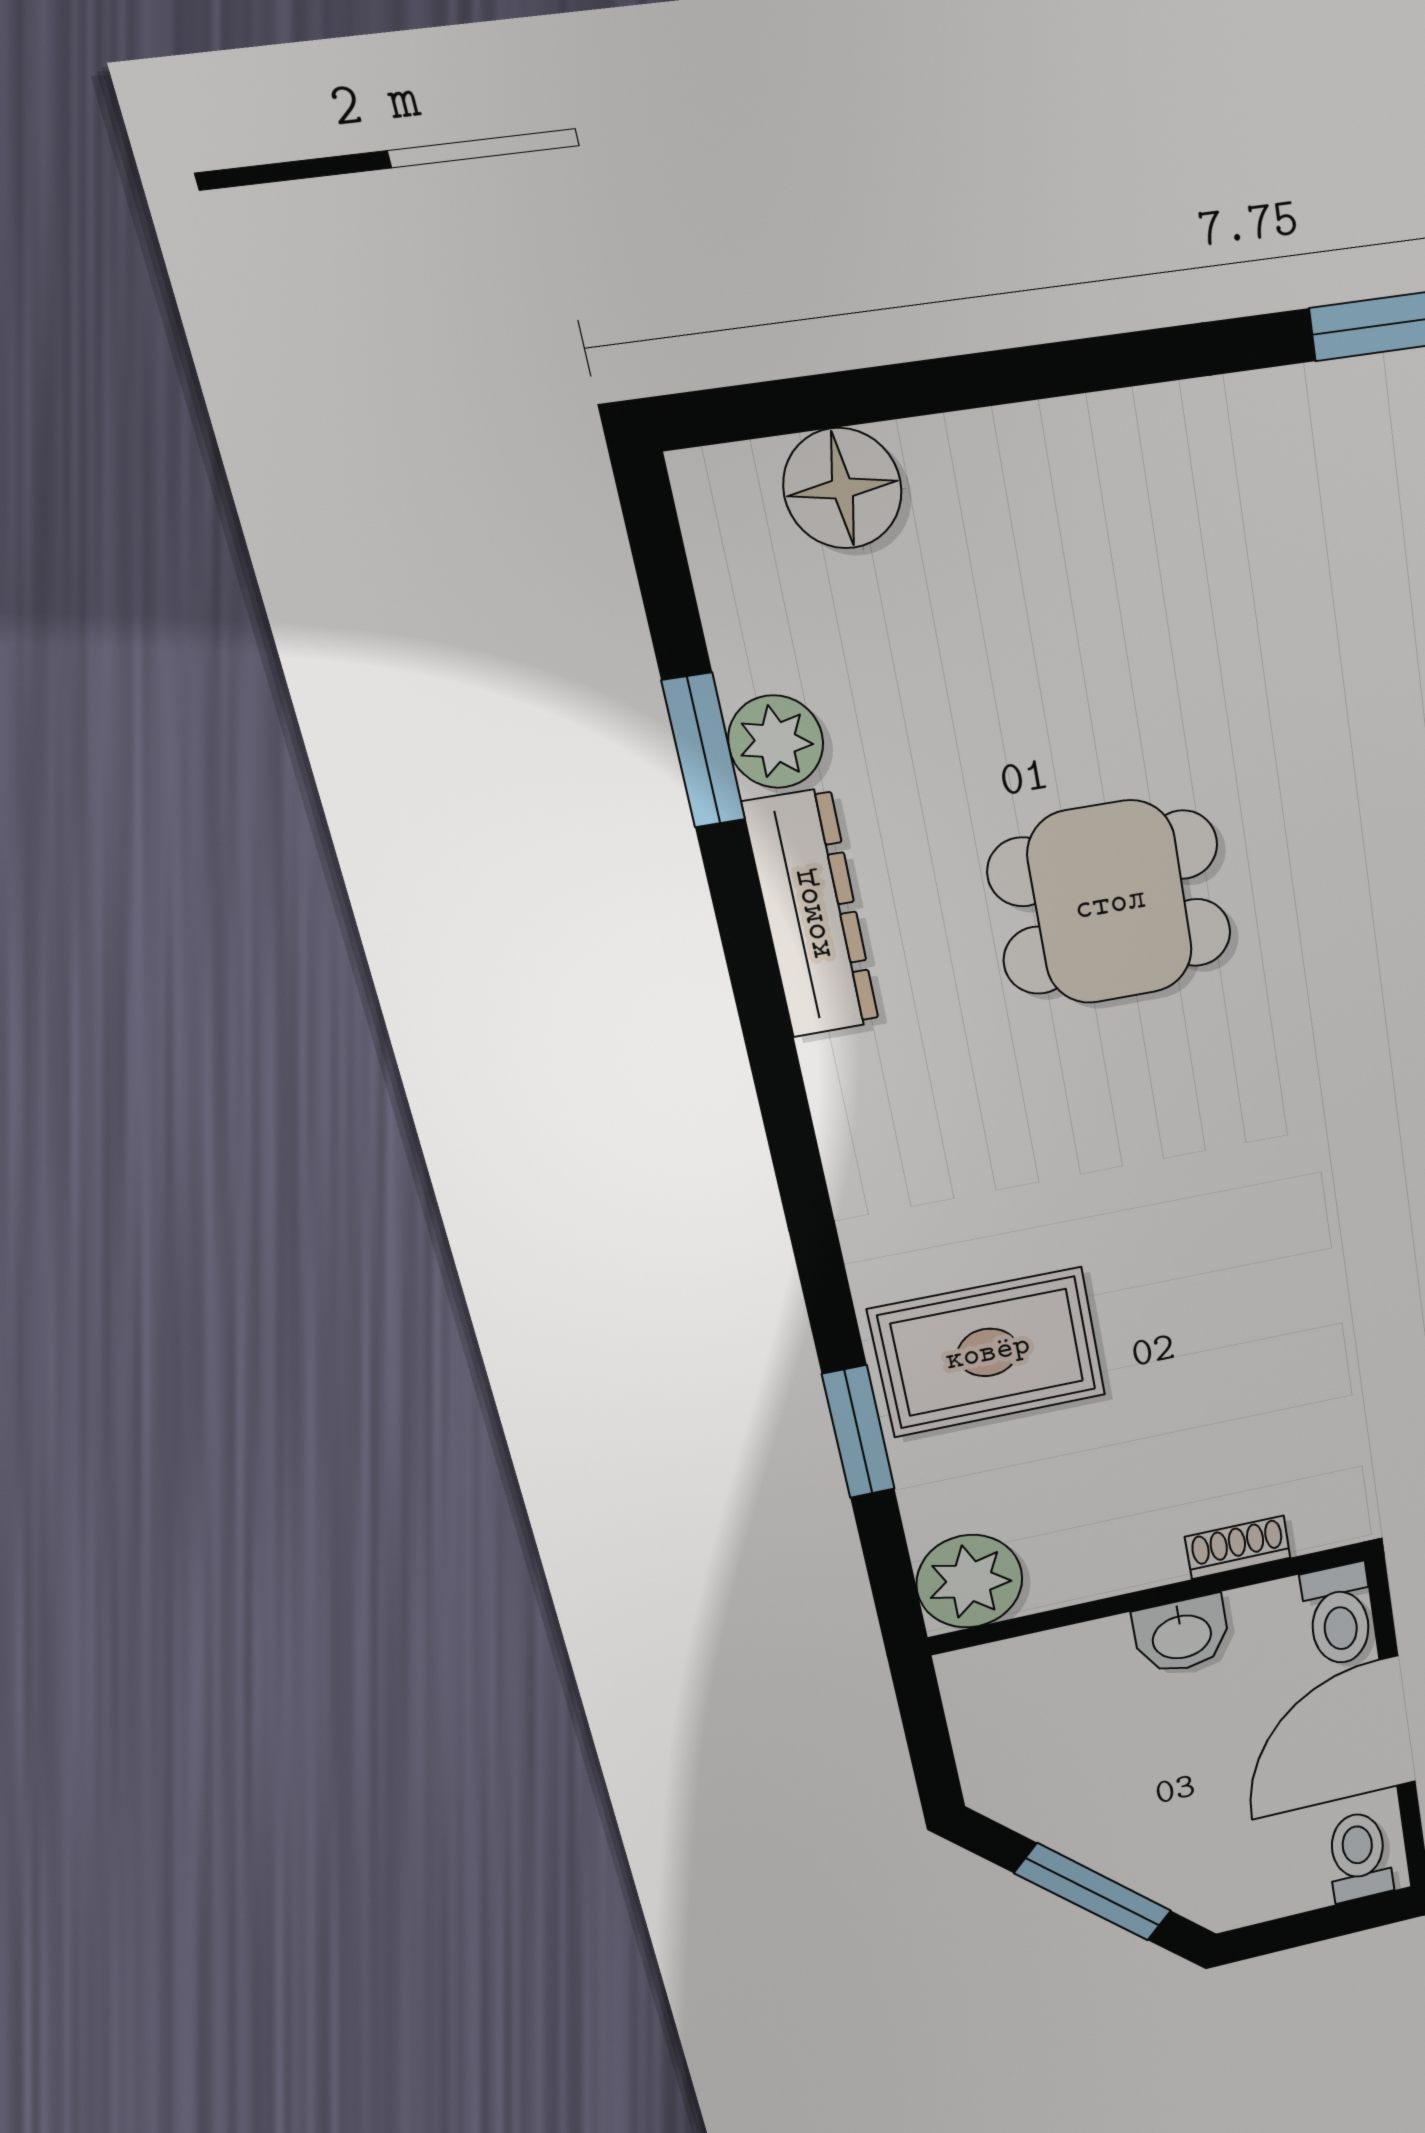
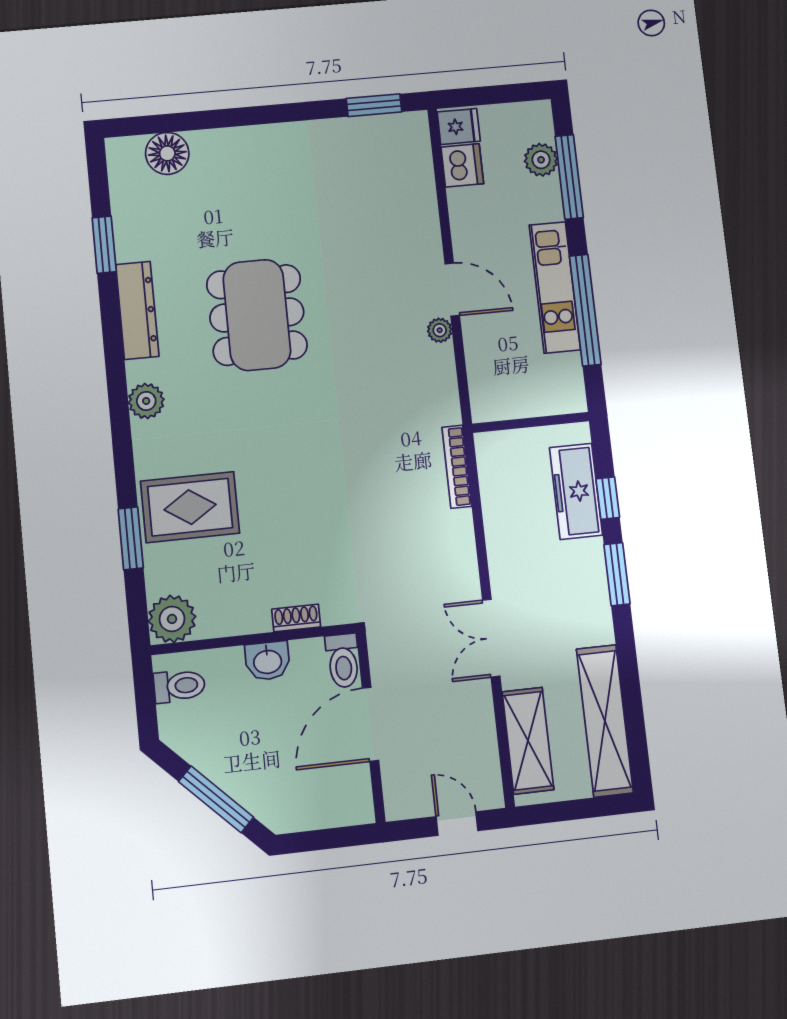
plant: (776, 742) -> (146, 401), moved
dining table: (1110, 903) -> (257, 315), width x1.38
toilet: (1359, 1856) -> (179, 686), moved, turned 90

